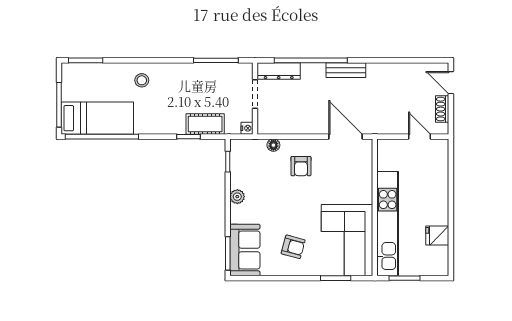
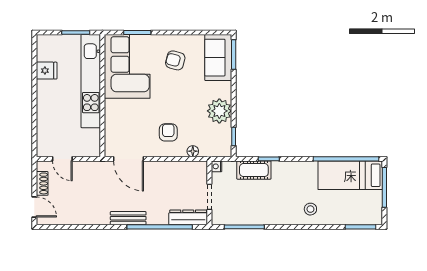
plant: (237, 197) -> (219, 111), width x1.87, depth x1.87

